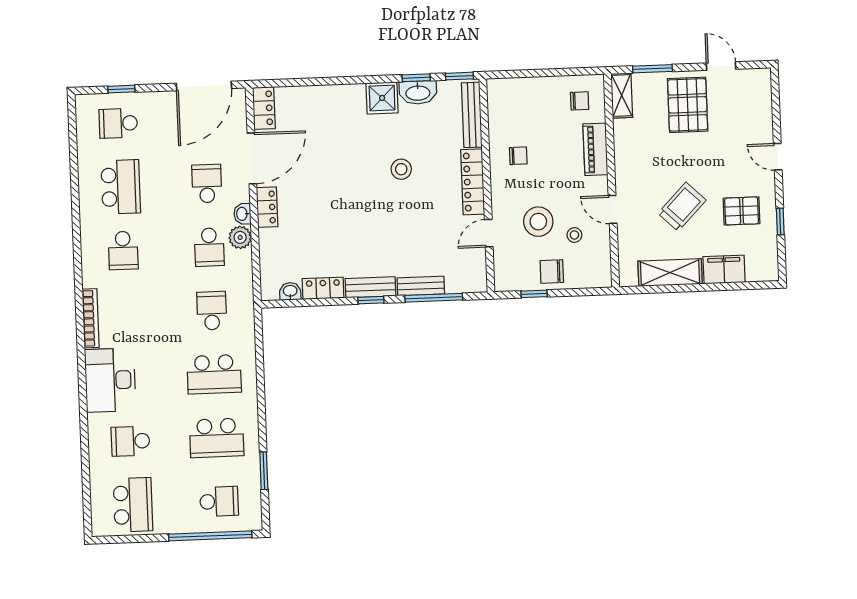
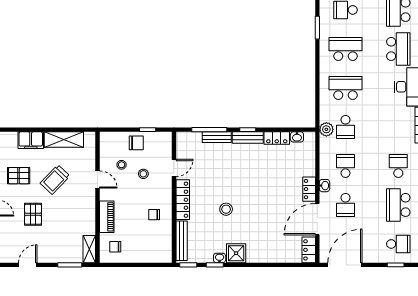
door: (721, 66) -> (28, 265), swing flipped
washbasin: (418, 92) -> (220, 258), width x0.52, depth x0.69
pallet: (688, 105) -> (33, 214), moved, width x0.67, depth x0.71
stool: (538, 222) -> (143, 174), width x0.53, depth x0.53
plant: (240, 237) -> (326, 129), moved
school desk: (130, 441) -> (398, 49), width x1.85

